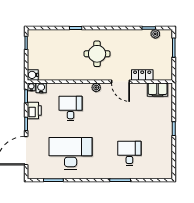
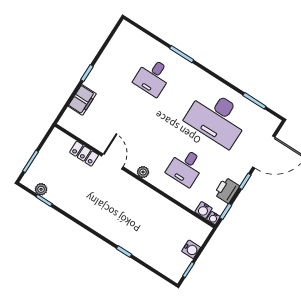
round table: (97, 54) -> (119, 208), removed
water cooler: (33, 75) -> (191, 249), moved
filing cabinet: (158, 90) -> (82, 100), moved, turned 90

